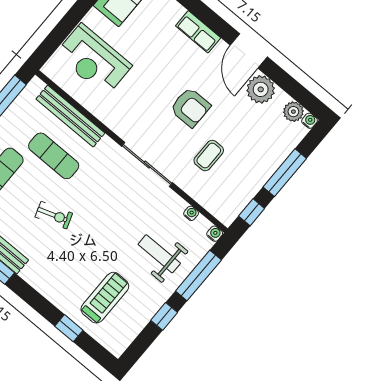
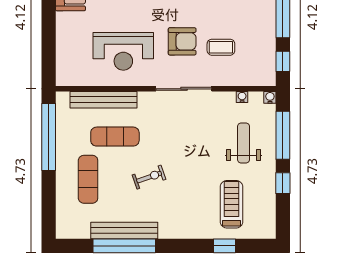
reception desk: (94, 60) -> (123, 51), moved
armchair: (190, 107) -> (182, 41), moved
coffee table: (209, 156) -> (221, 47), turned 90
weight bench: (159, 254) -> (244, 143), turned 90

